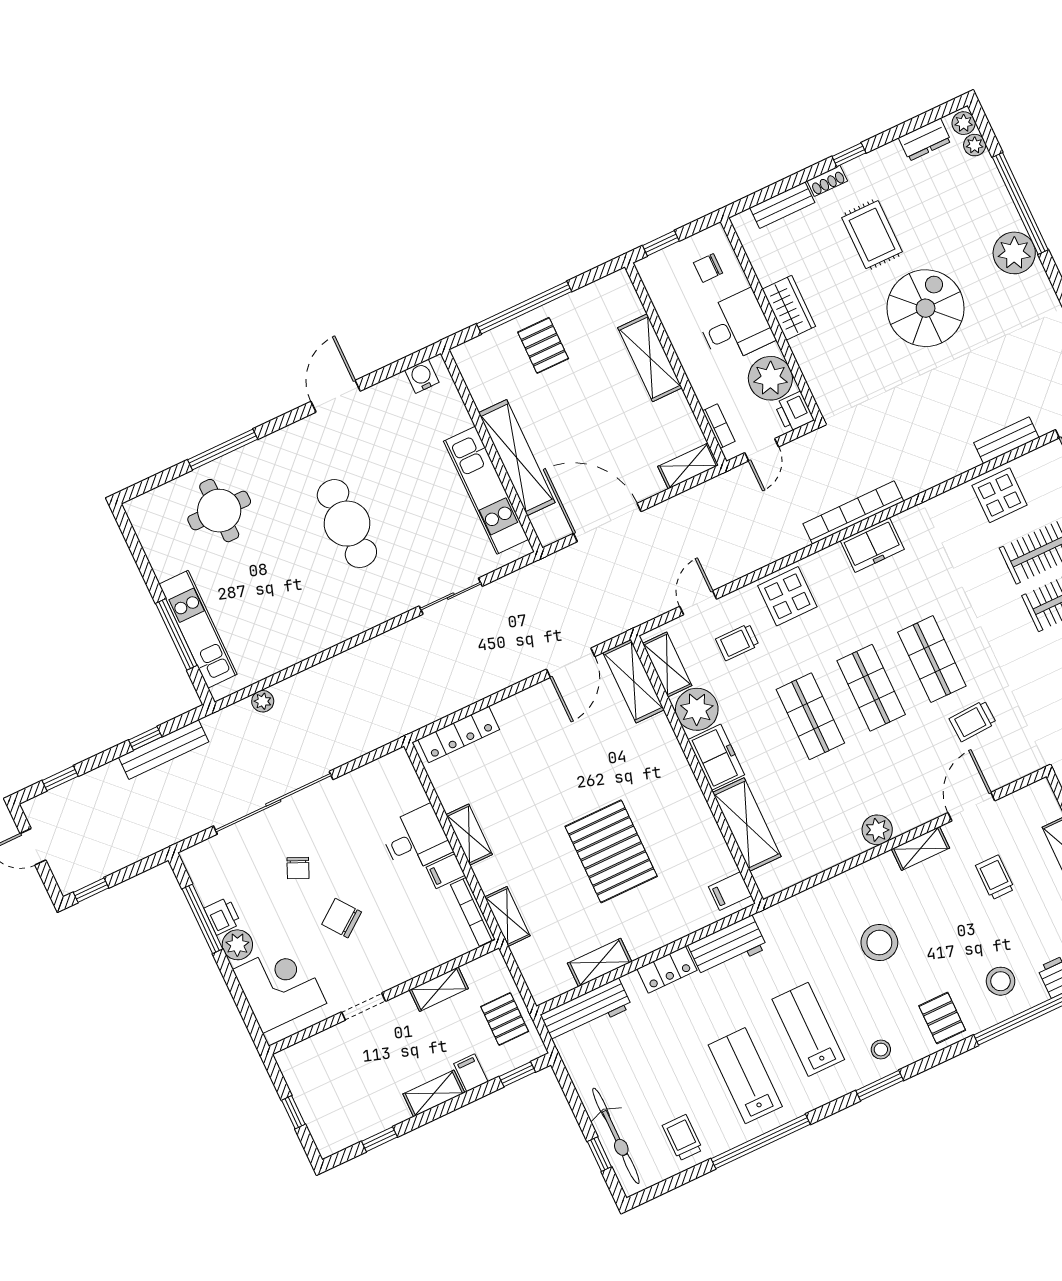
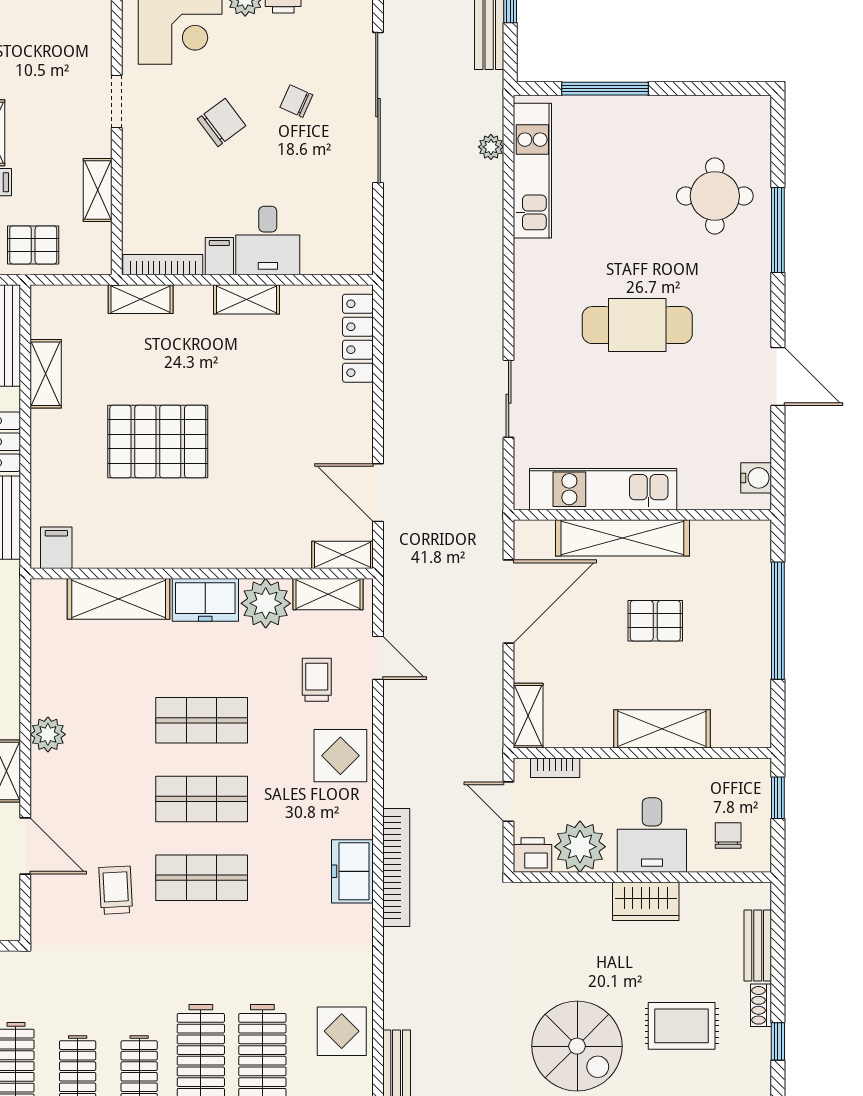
pallet: (543, 345) -> (655, 621), moved
kitchen unit: (198, 629) -> (532, 171), moved, turned -90
shelving: (634, 681) -> (343, 555), width x0.67, depth x0.75

